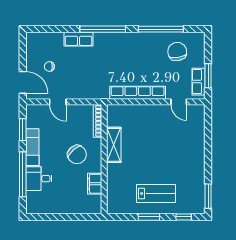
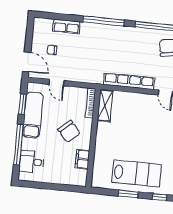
row of seats: (79, 39) -> (66, 26), moved
shelving: (114, 145) -> (105, 105), moved
exam couch: (32, 147) -> (33, 115), width x1.36, depth x1.45
desk: (39, 179) -> (31, 162), moved
lab bench: (156, 193) -> (137, 173), width x1.36, depth x1.39

